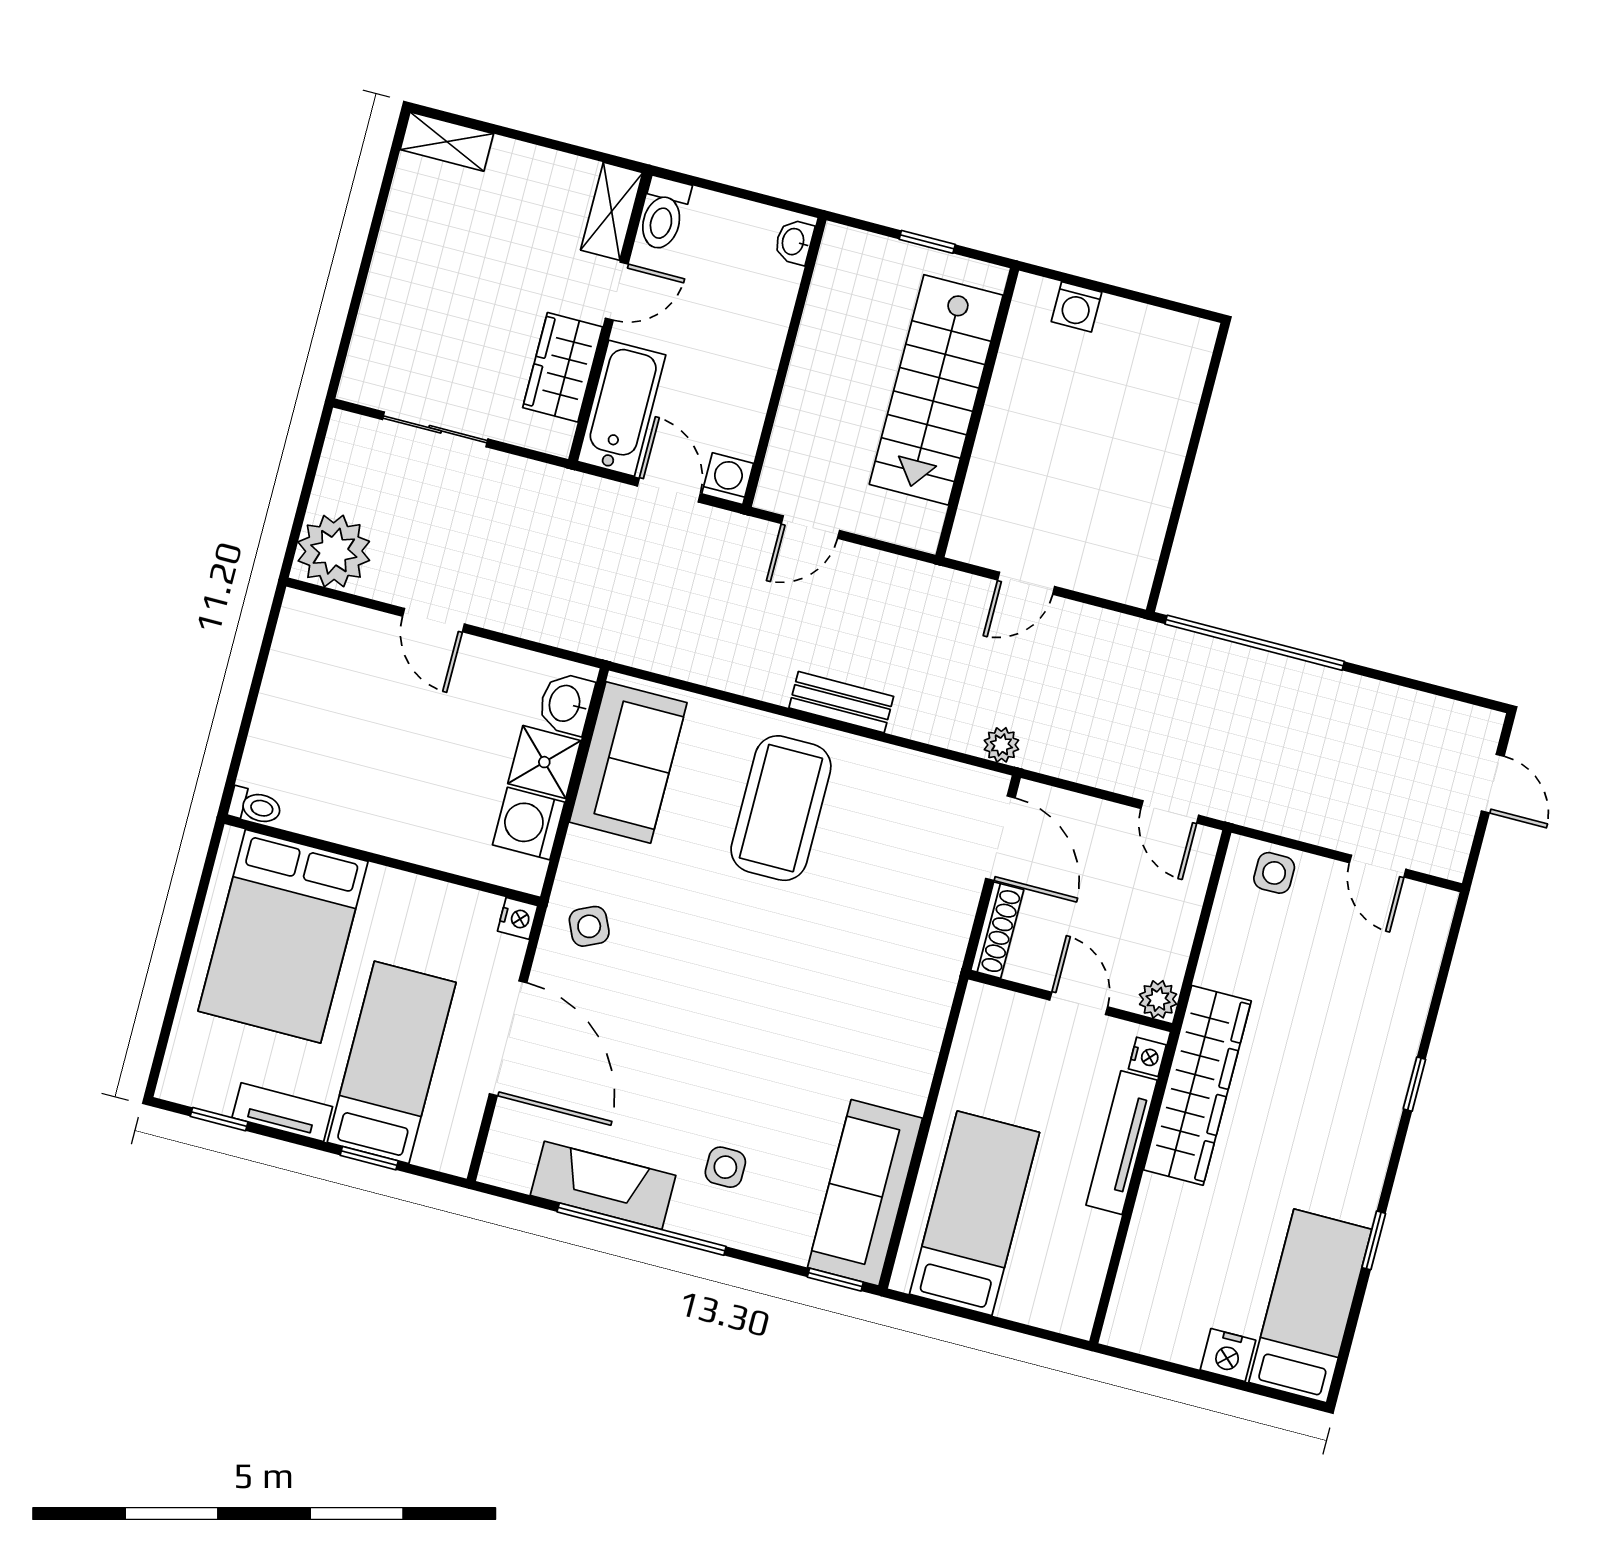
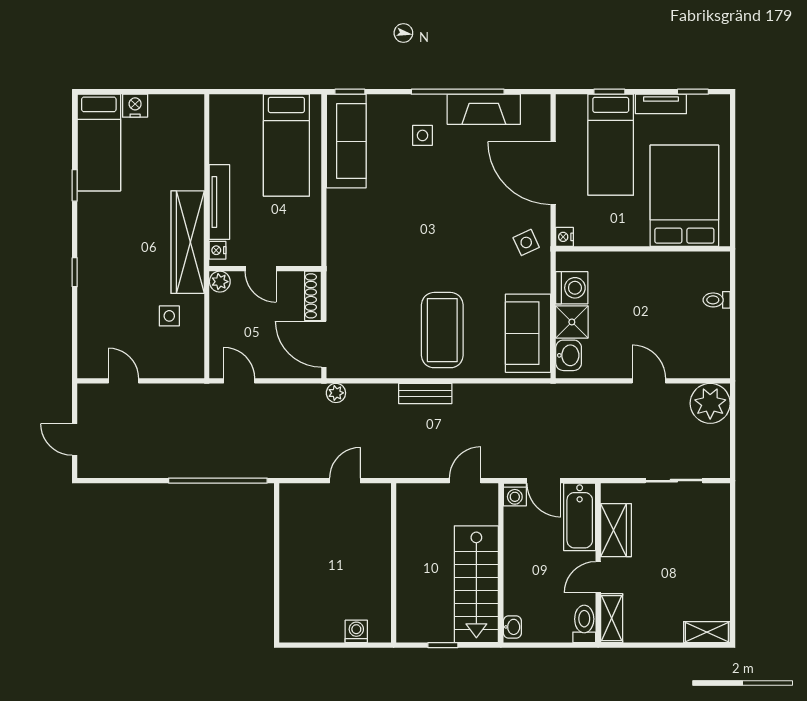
stairs: (936, 390) -> (476, 584), moved, turned 180
toilet: (255, 806) -> (717, 300), moved
side table: (1274, 873) -> (169, 316), moved

